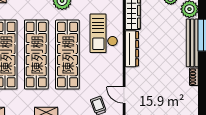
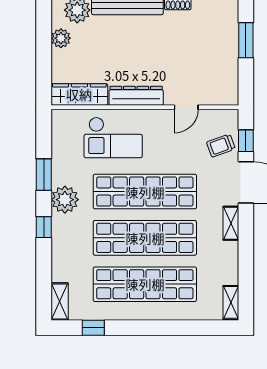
door: (124, 95) -> (186, 107), moved

